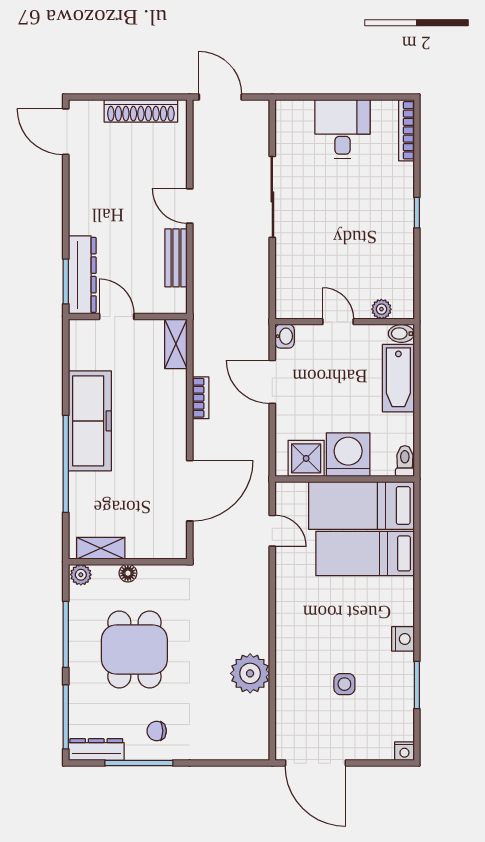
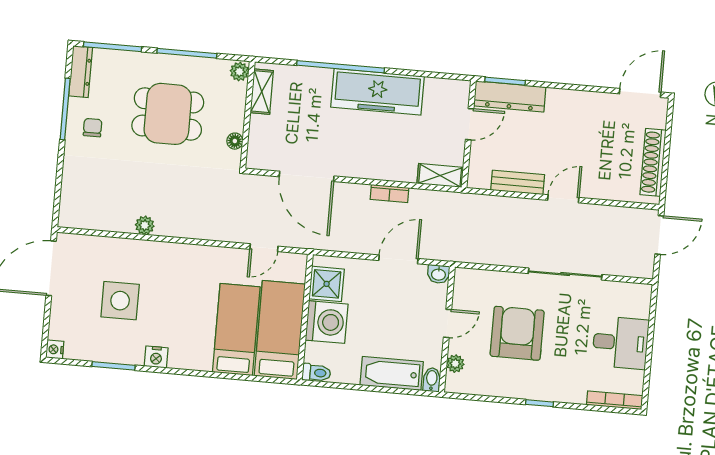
armchair: (342, 244) -> (517, 333), added
floor lamp: (128, 573) -> (235, 141), moved
plant: (250, 673) -> (145, 225), width x0.53, depth x0.53
side table: (344, 684) -> (120, 301), width x1.87, depth x1.87

